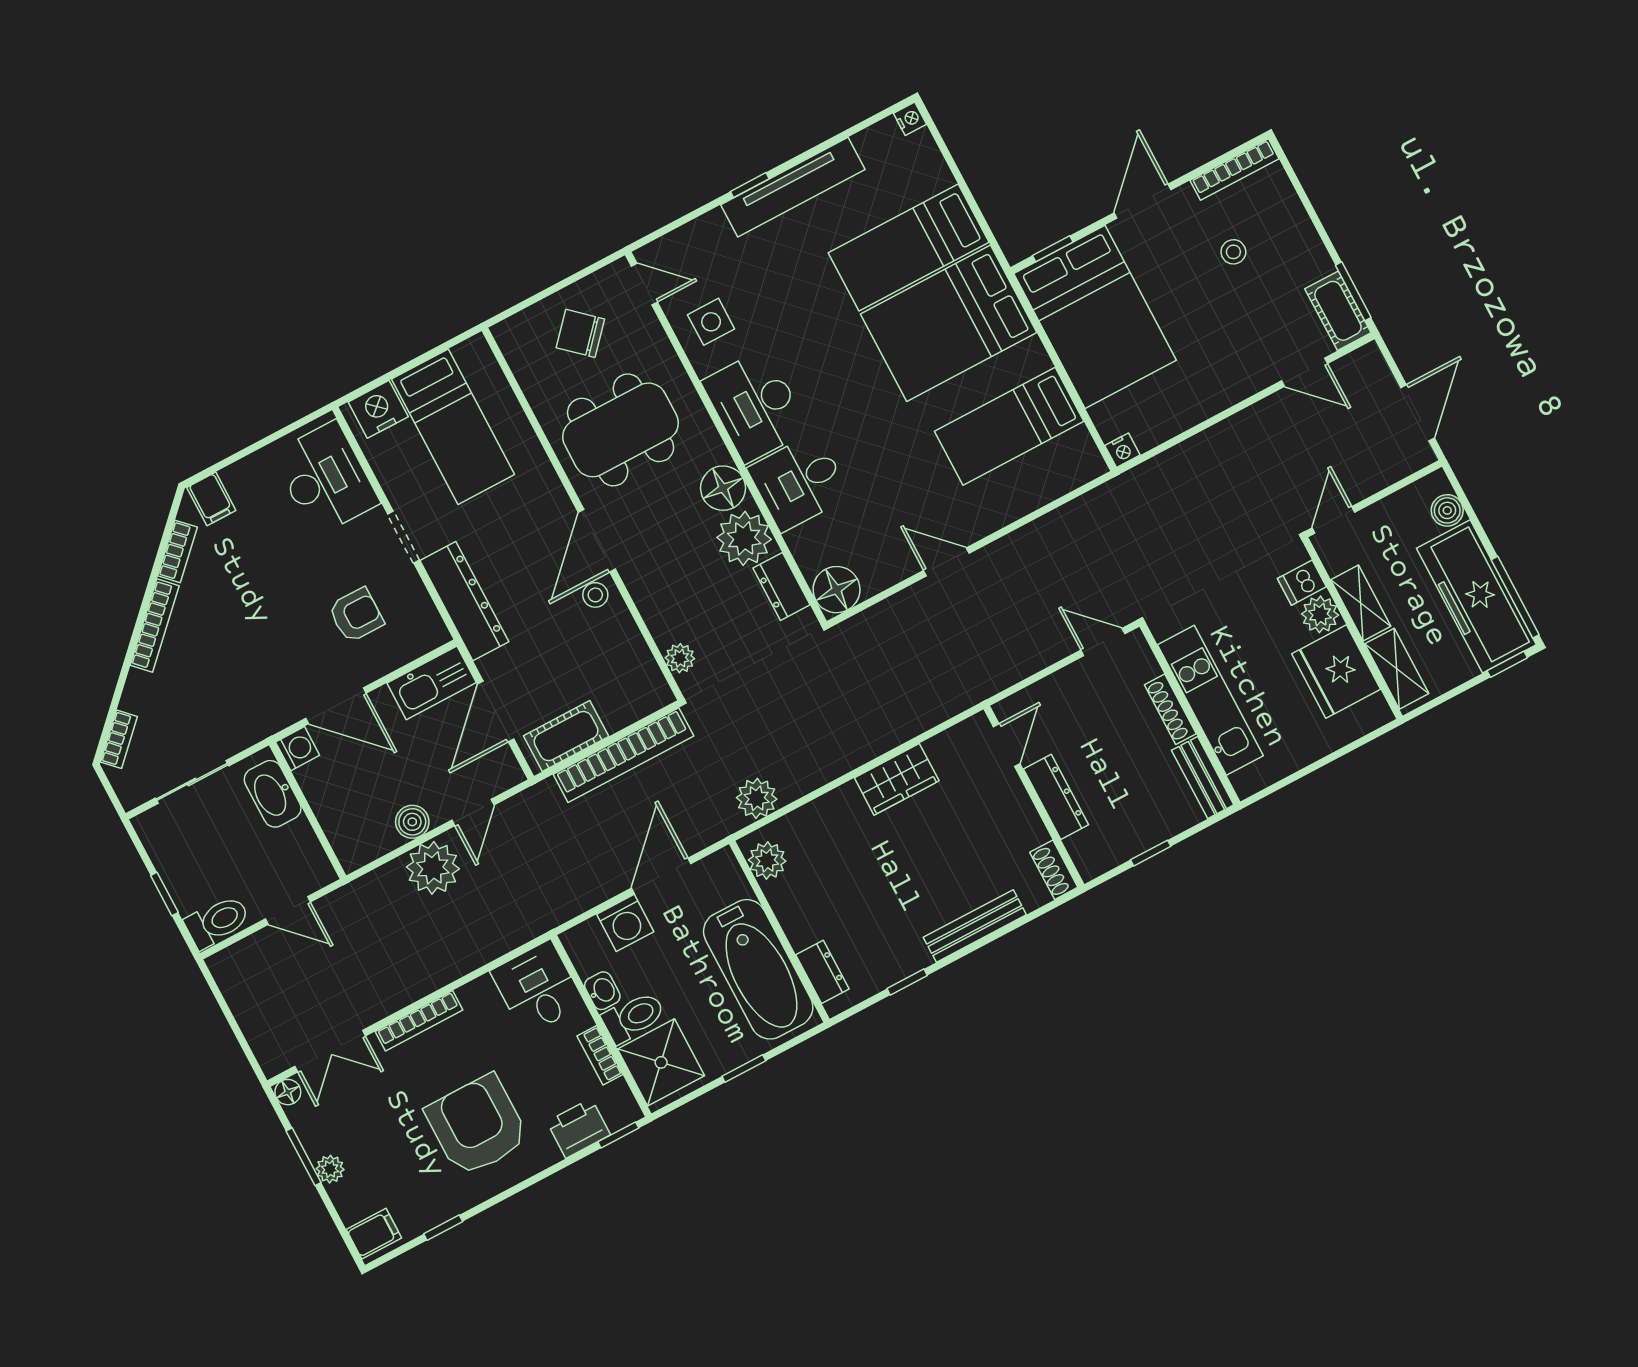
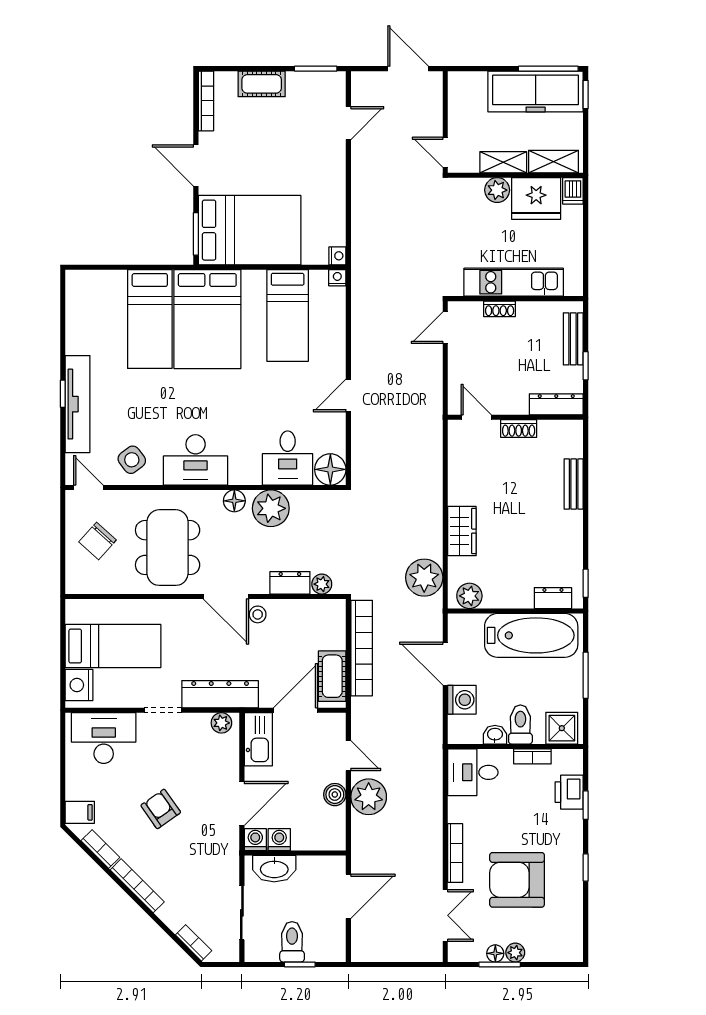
nightstand: (910, 119) -> (337, 278), moved
tv unit: (793, 187) -> (78, 404), moved
window: (1053, 249) -> (196, 234), width x1.50
stool: (1233, 252) -> (255, 127), removed
door: (644, 284) -> (88, 487), hinge flipped
cot: (1338, 311) -> (262, 84), moved
side table: (711, 322) -> (132, 460), turned -37
desk: (799, 482) -> (288, 458), moved
floor lamp: (723, 488) -> (234, 501), width x0.73, depth x0.73
boiler: (1447, 510) -> (475, 82), removed
dishwasher: (1302, 583) -> (573, 191), moved
dresser: (781, 586) -> (290, 583), moved, turned 180
armchair: (356, 615) -> (161, 809), moved, turned -35
plant: (428, 623) -> (221, 723), added
shoe rack: (1170, 709) -> (500, 309), width x0.70
door: (496, 712) -> (296, 710), swing flipped
bench: (1203, 778) -> (573, 339), moved, turned 90
wardrobe: (897, 779) -> (462, 531), moved
washing machine: (314, 780) -> (279, 840), added
dresser: (1056, 797) -> (556, 404), moved
plant: (757, 798) -> (424, 578), width x1.36, depth x1.36
shoe rack: (1054, 870) -> (519, 428), moved
door: (288, 910) -> (348, 896), width x1.38
toilet: (217, 922) -> (292, 942), moved
bench: (975, 926) -> (574, 484), width x0.73
window: (907, 982) -> (586, 583), moved
shower: (661, 1062) -> (562, 728), width x0.73, depth x0.73
window: (744, 1068) -> (586, 675), width x1.50
floor lamp: (288, 1092) -> (495, 953), moved
armchair: (477, 1125) -> (517, 880), moved
window: (618, 1135) -> (586, 805), moved
window: (443, 1228) -> (586, 867), moved
filing cabinet: (374, 1234) -> (567, 947), removed

